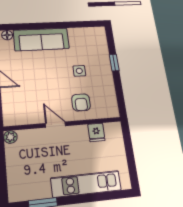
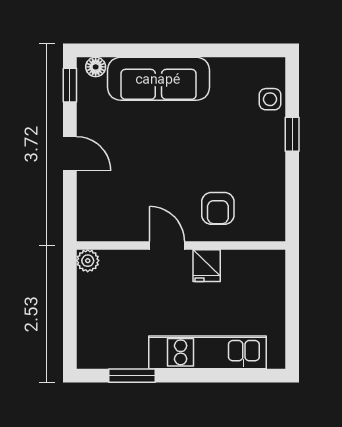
side table: (79, 71) -> (270, 99), moved
fridge: (96, 132) -> (207, 266), moved

